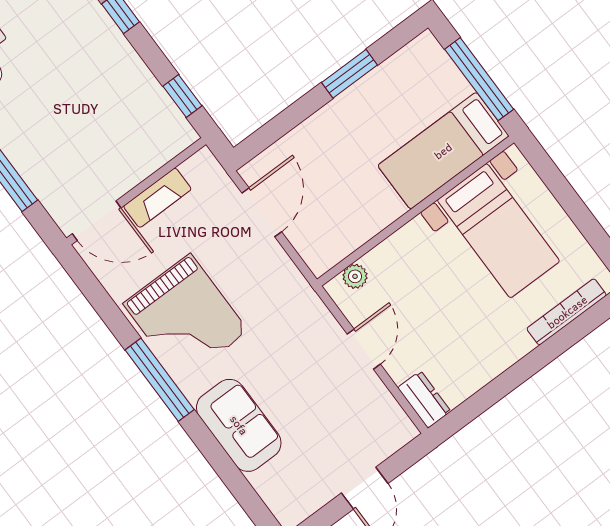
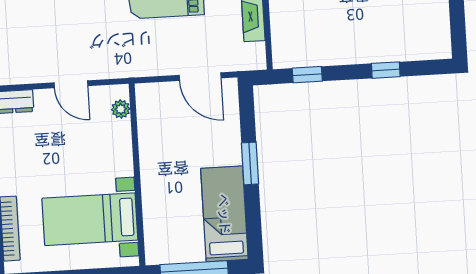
window: (349, 74) -> (250, 163), moved
bed: (443, 151) -> (224, 214), moved

